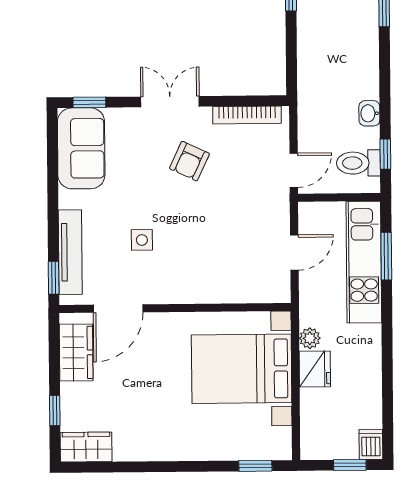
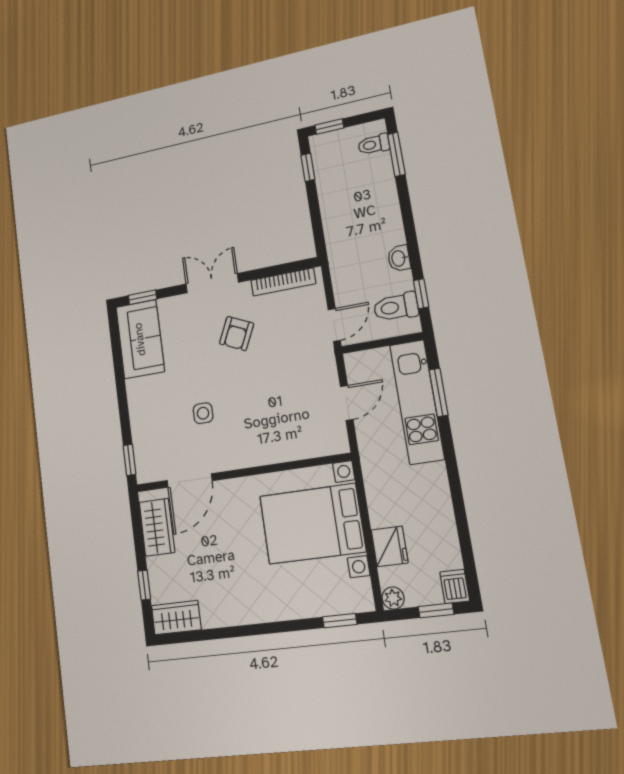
tv unit: (70, 252) -> (141, 434), removed
plant: (310, 338) -> (393, 598), moved
fridge: (315, 369) -> (390, 546), moved

